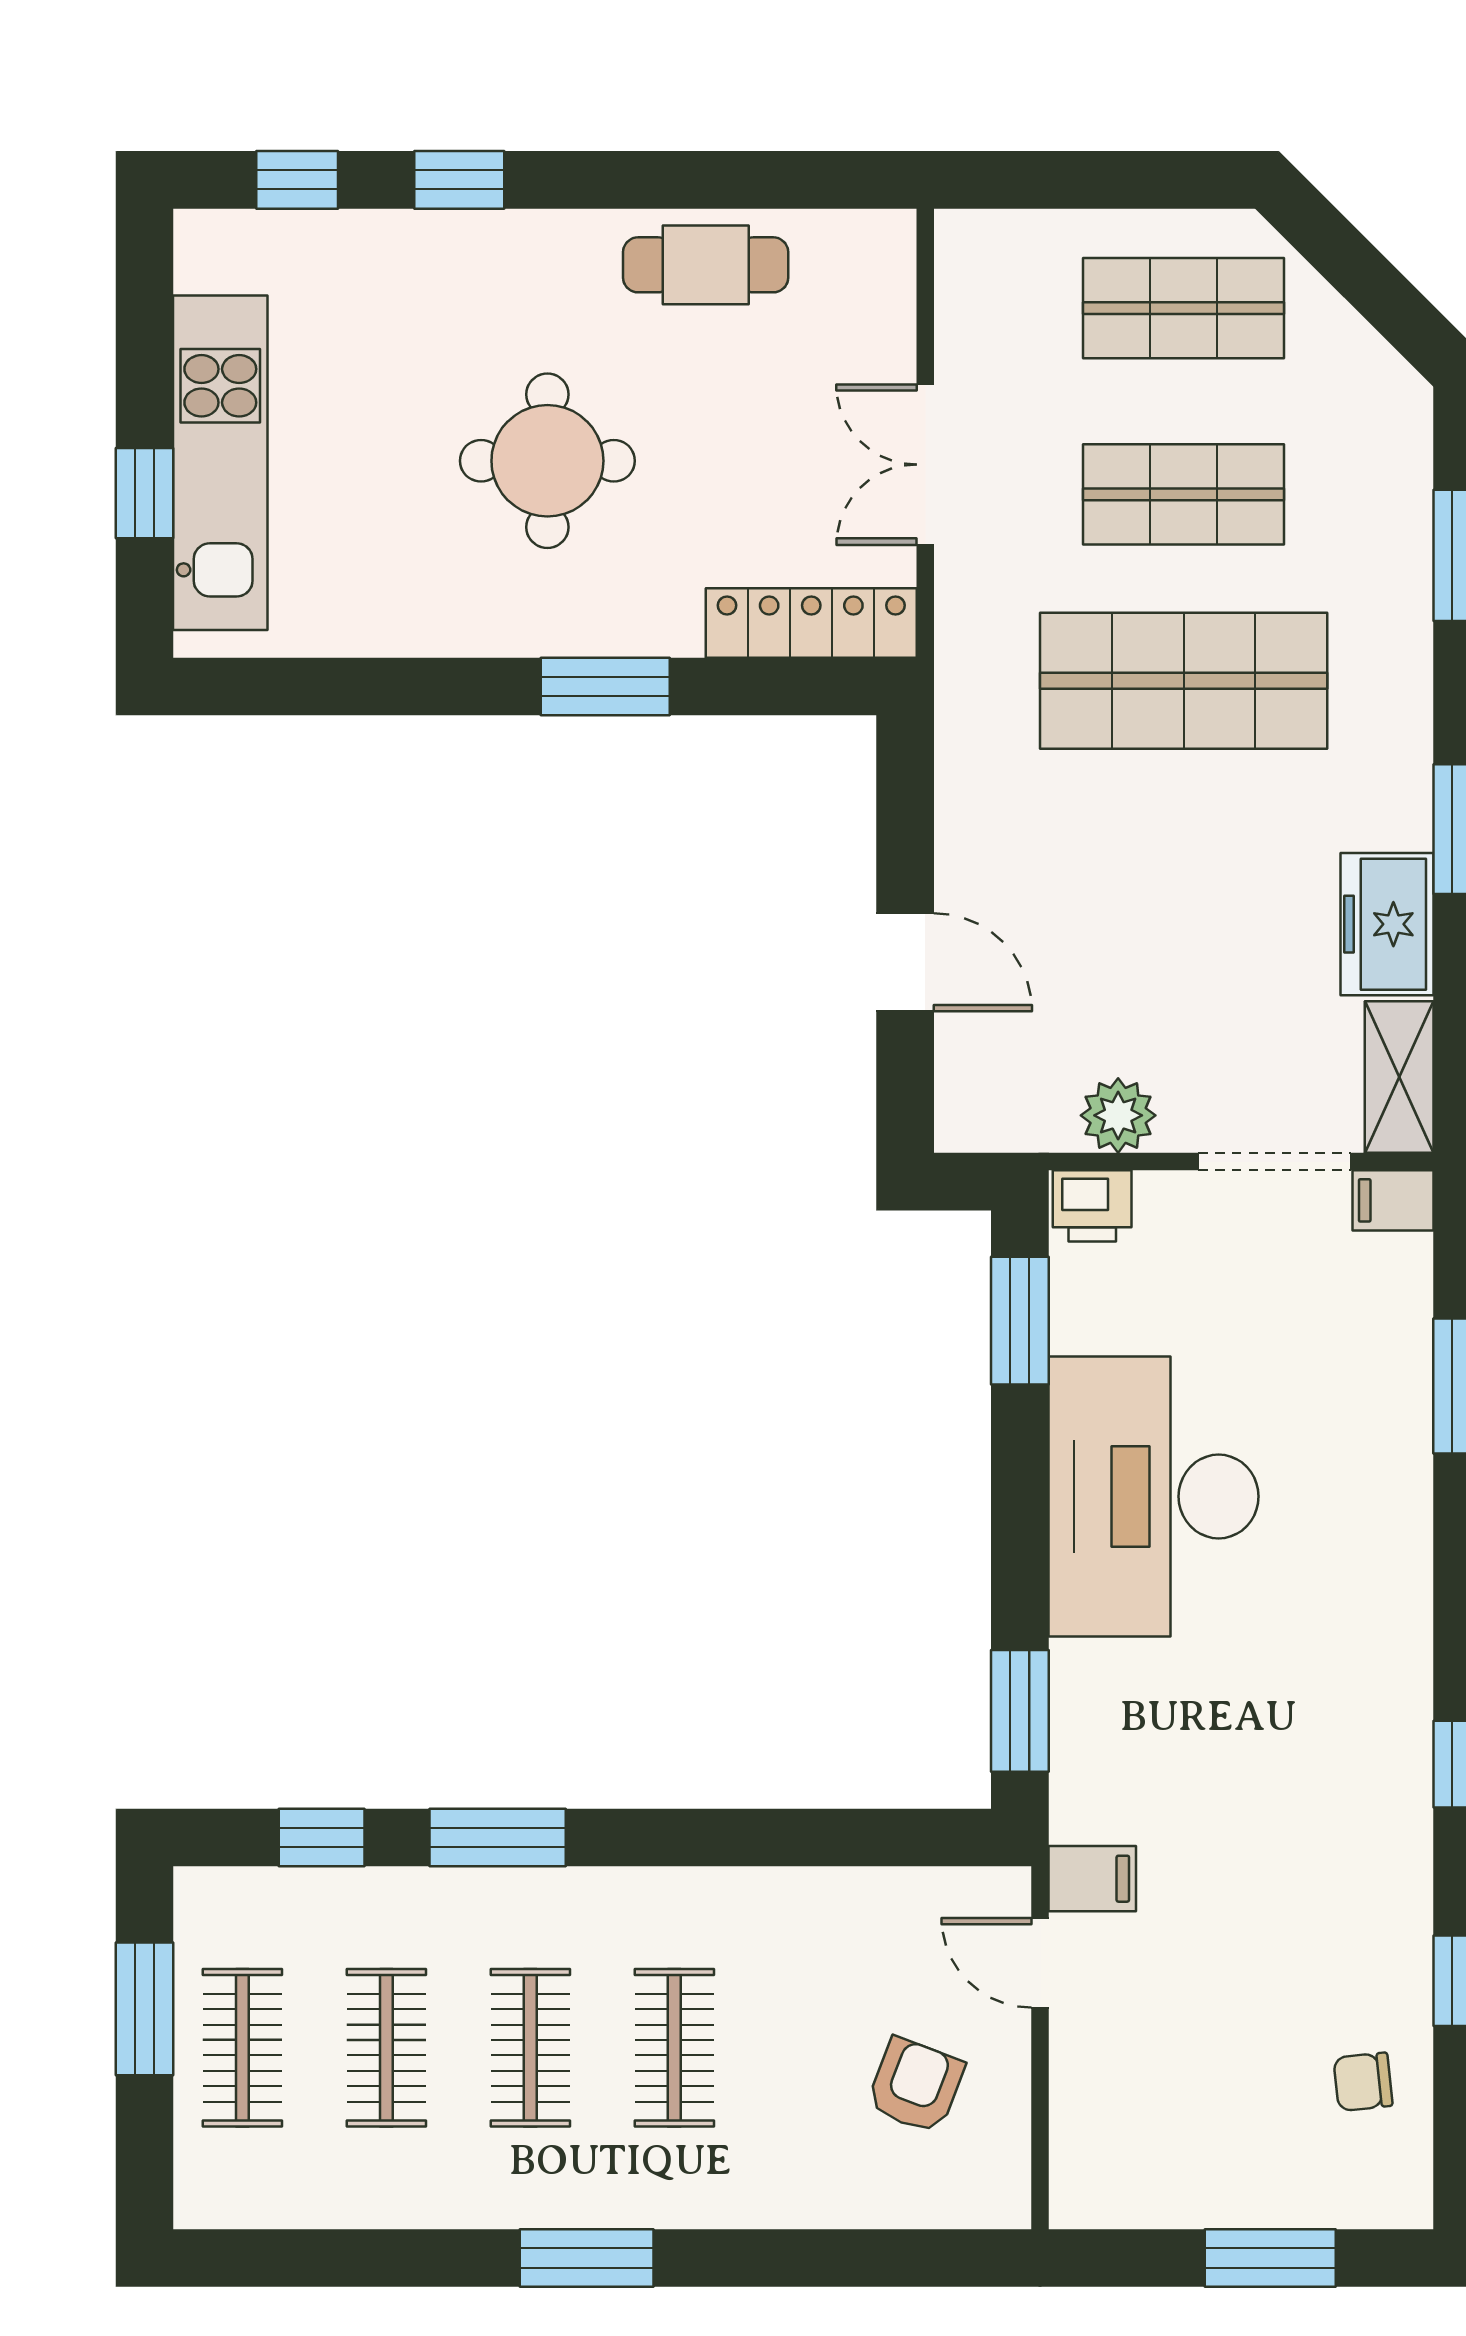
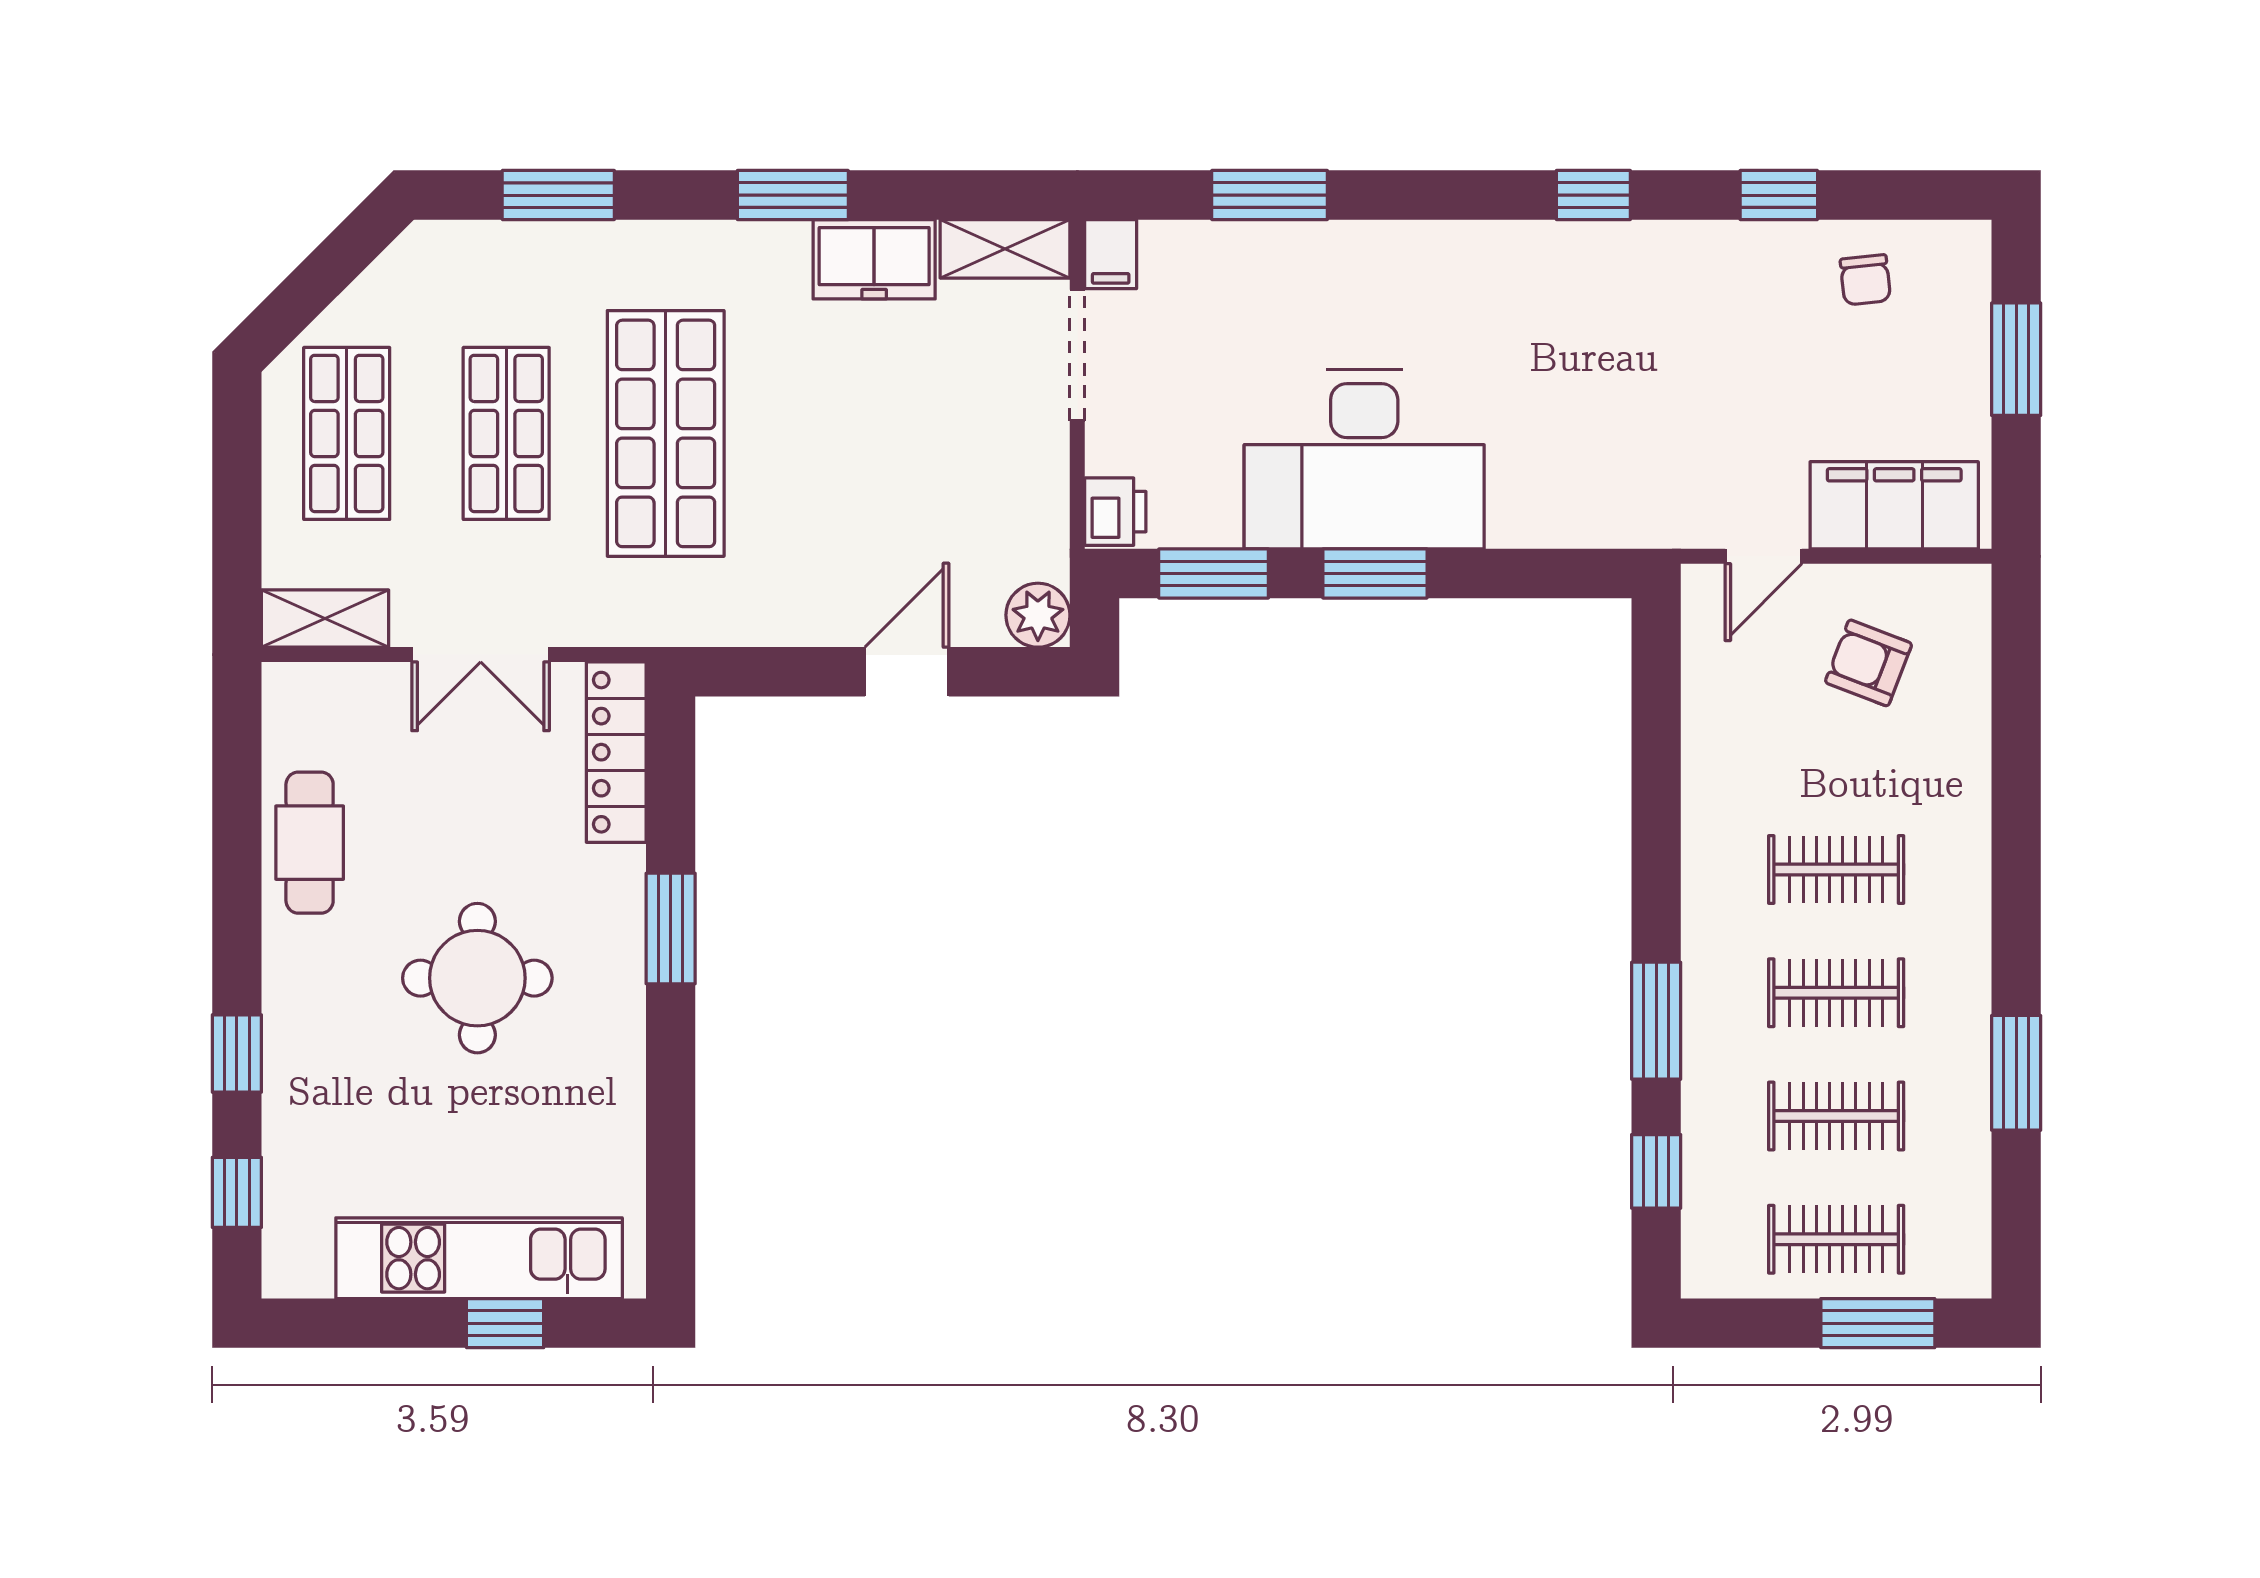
shelving: (967, 283) -> (325, 619), added
plant: (1118, 1115) -> (1038, 615), moved
window: (1020, 1711) -> (1375, 574), moved
filing cabinet: (1092, 1879) -> (1894, 505), moved, width x3.00, depth x1.17
window: (144, 2009) -> (1878, 1323), moved
window: (587, 2258) -> (2016, 1073), moved

